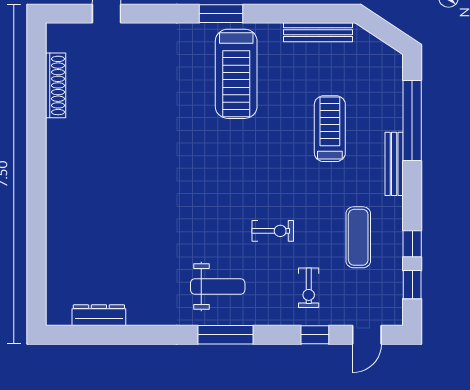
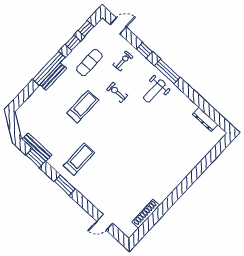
window: (304, 14) -> (36, 158), added
treadmill: (236, 74) -> (79, 159), width x0.73, depth x0.73
window: (412, 120) -> (49, 68), moved
treadmill: (330, 129) -> (83, 107), moved, turned 180
weight bench: (218, 287) -> (154, 91), turned -90
window: (315, 335) -> (144, 50), moved

